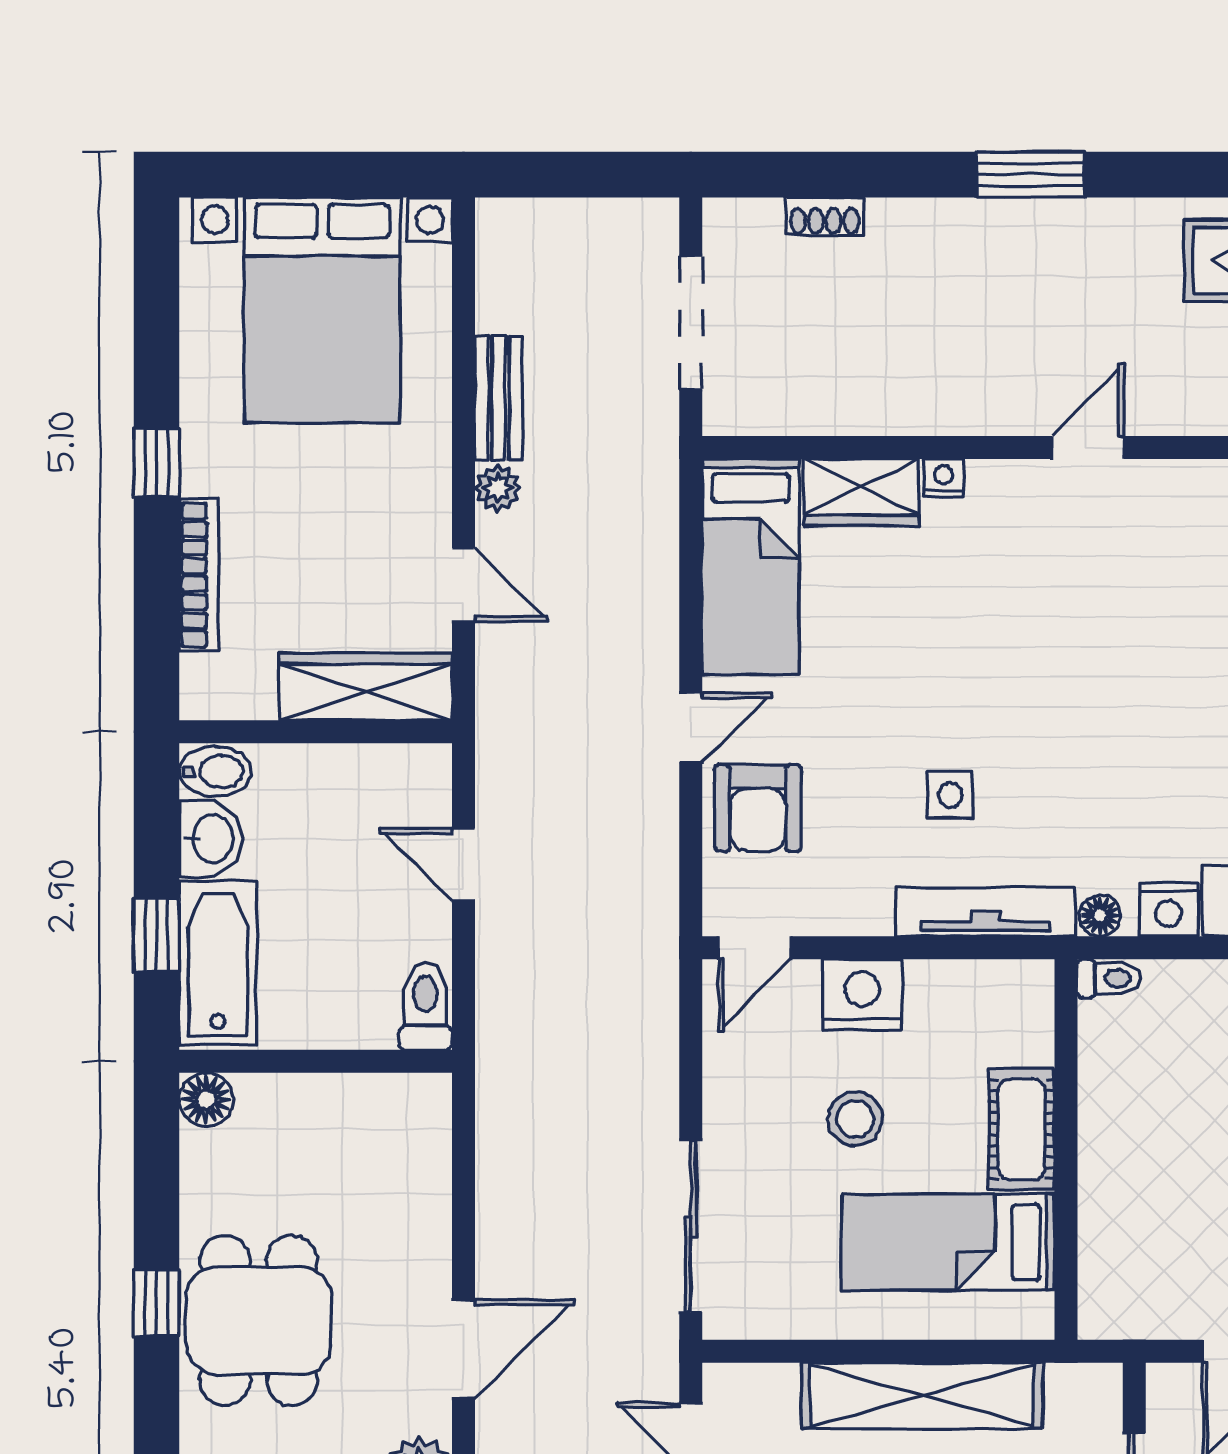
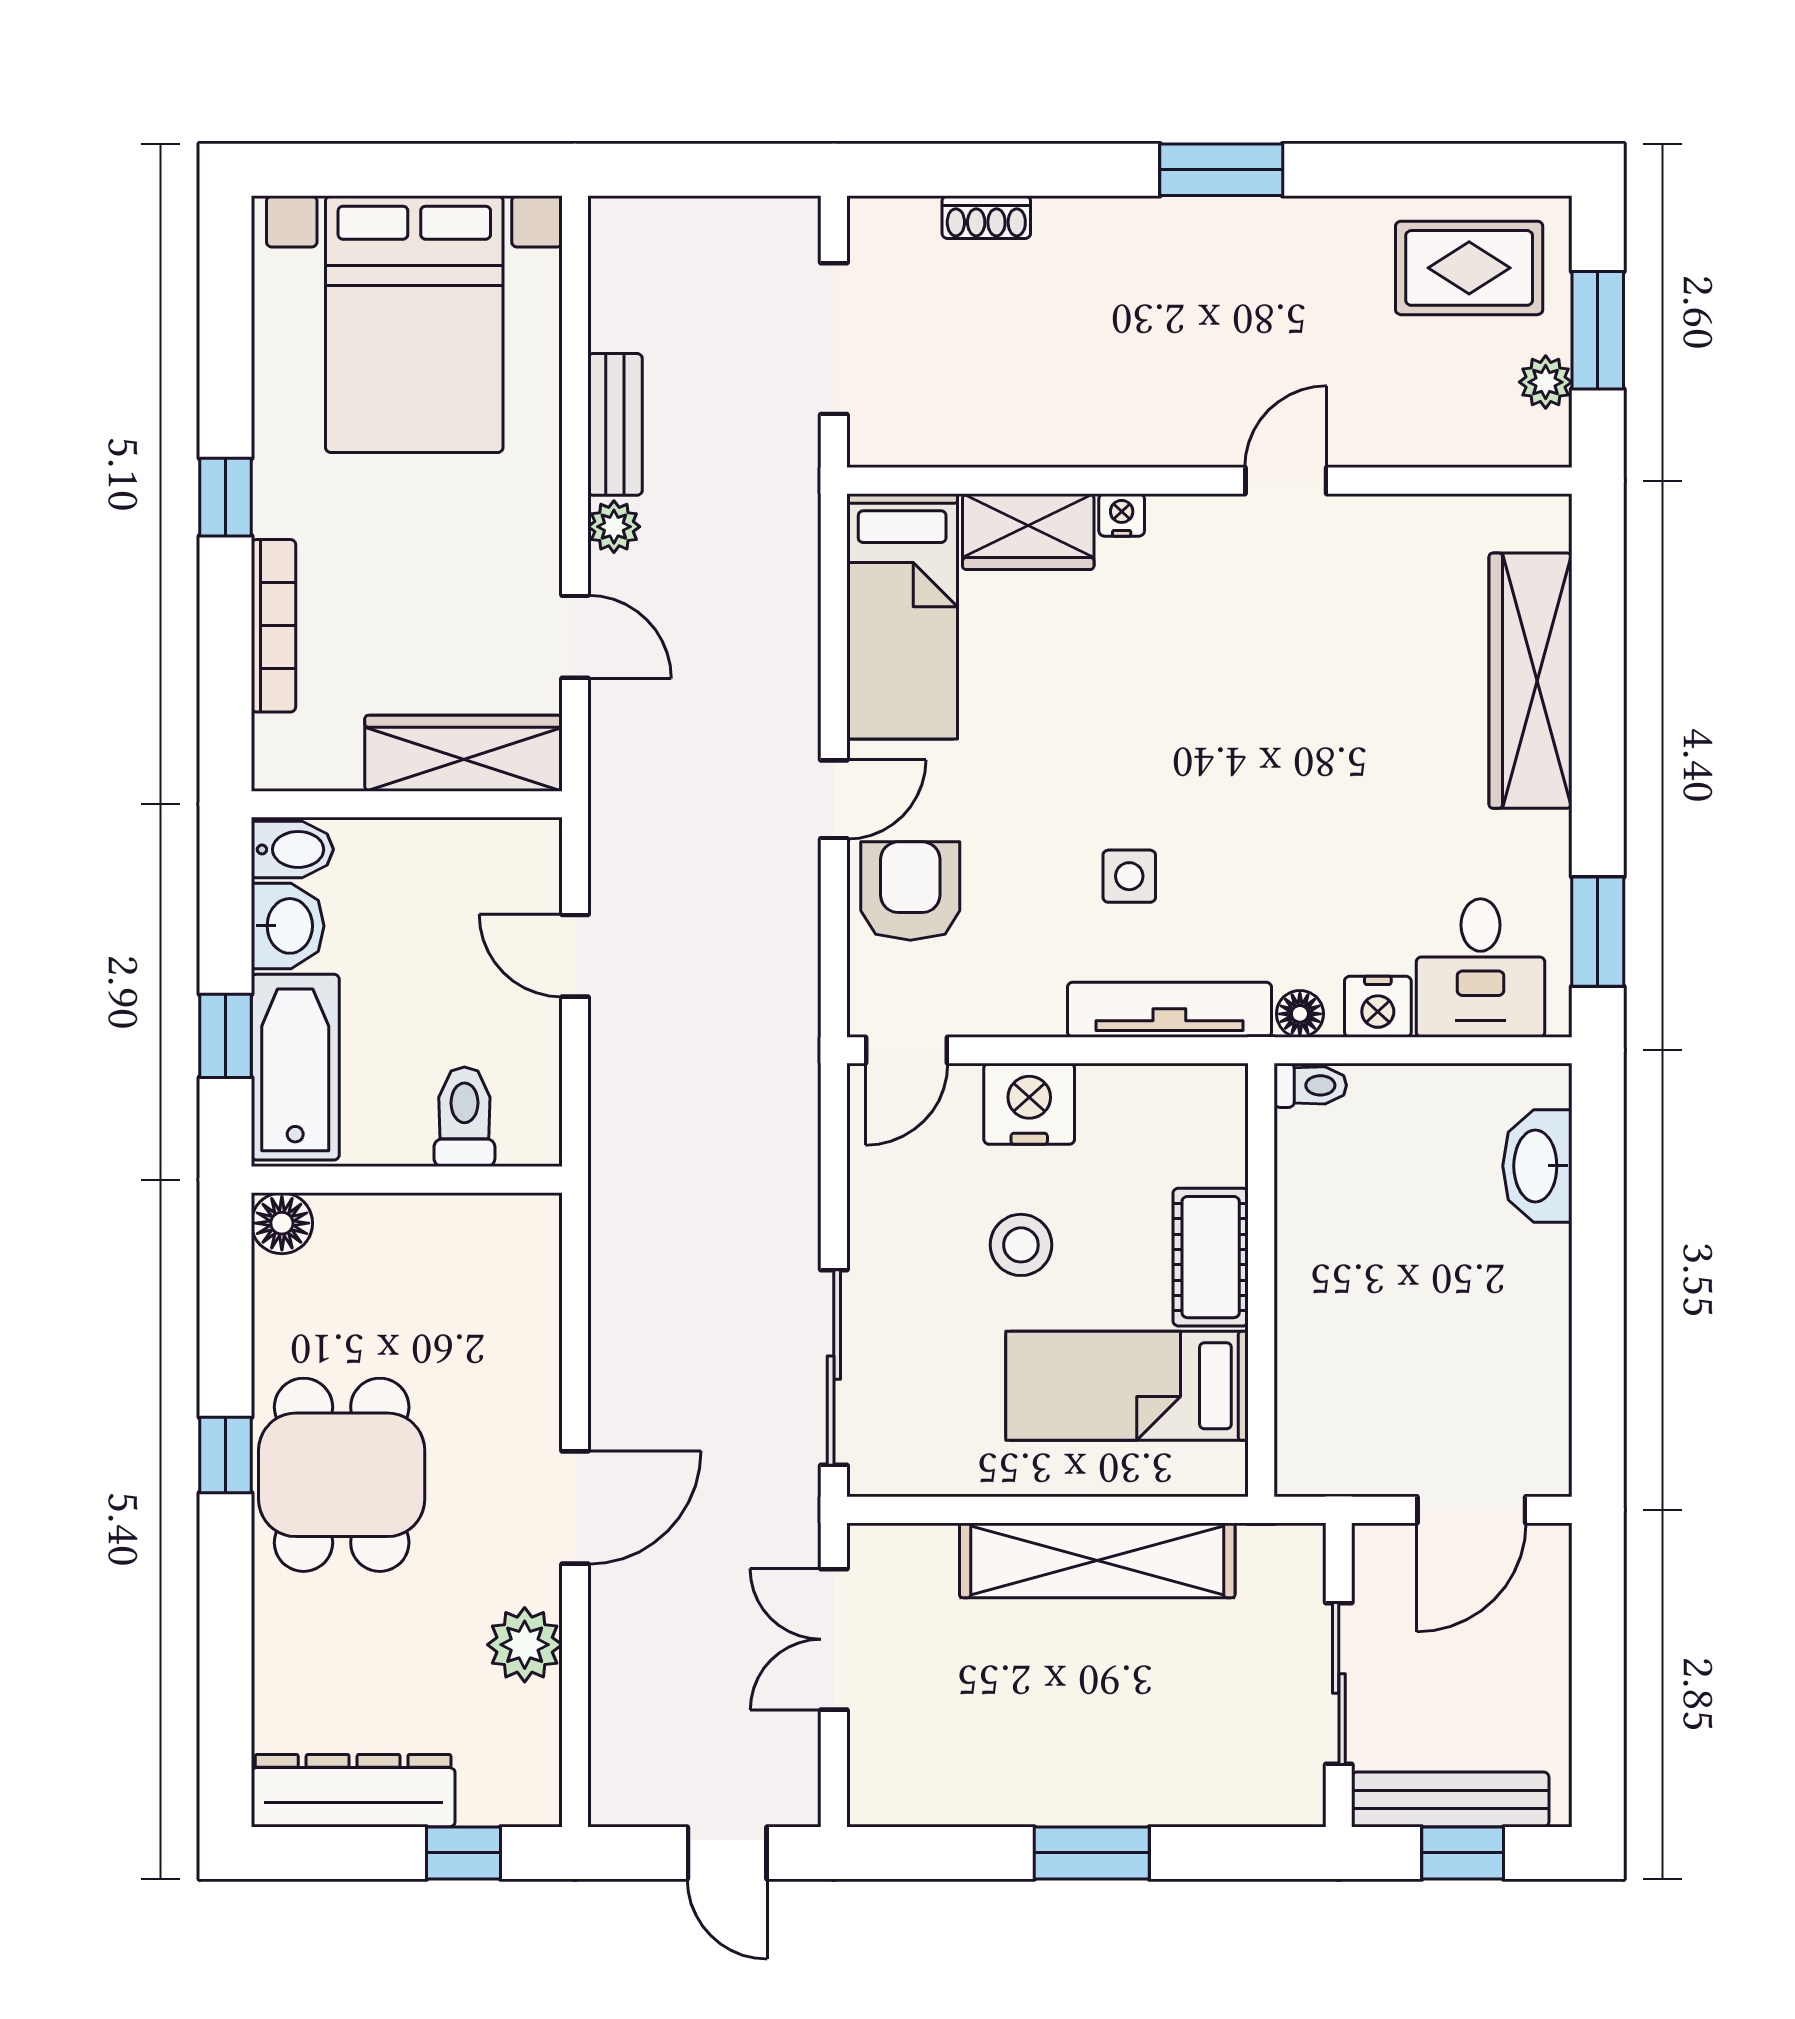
armchair: (758, 808) -> (910, 891), turned 180
toilet: (425, 1006) -> (464, 1117), moved

